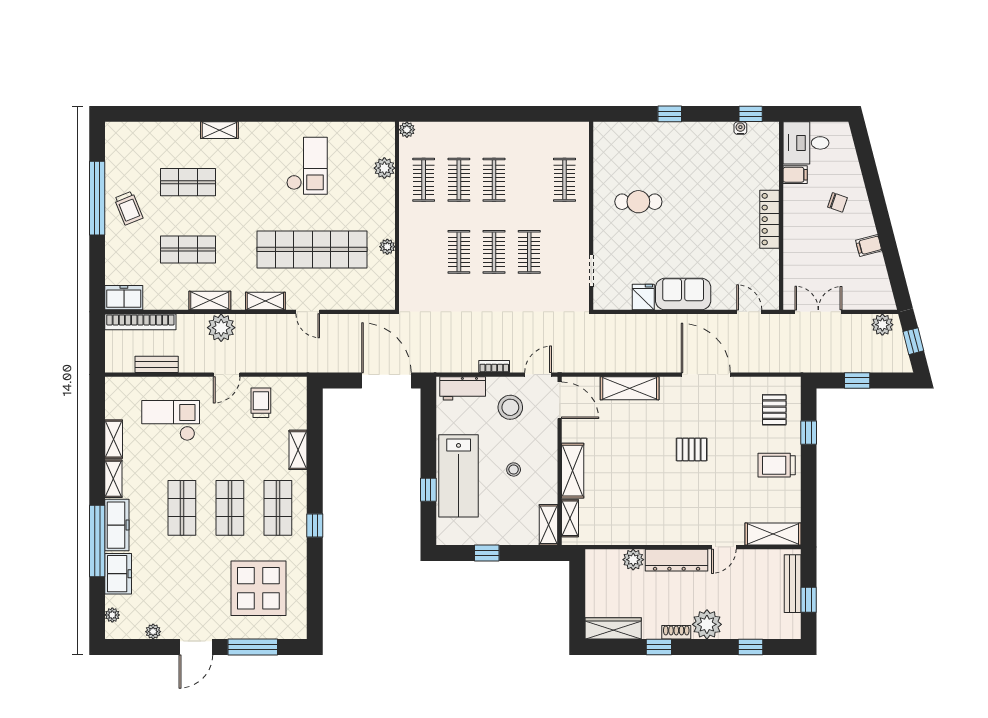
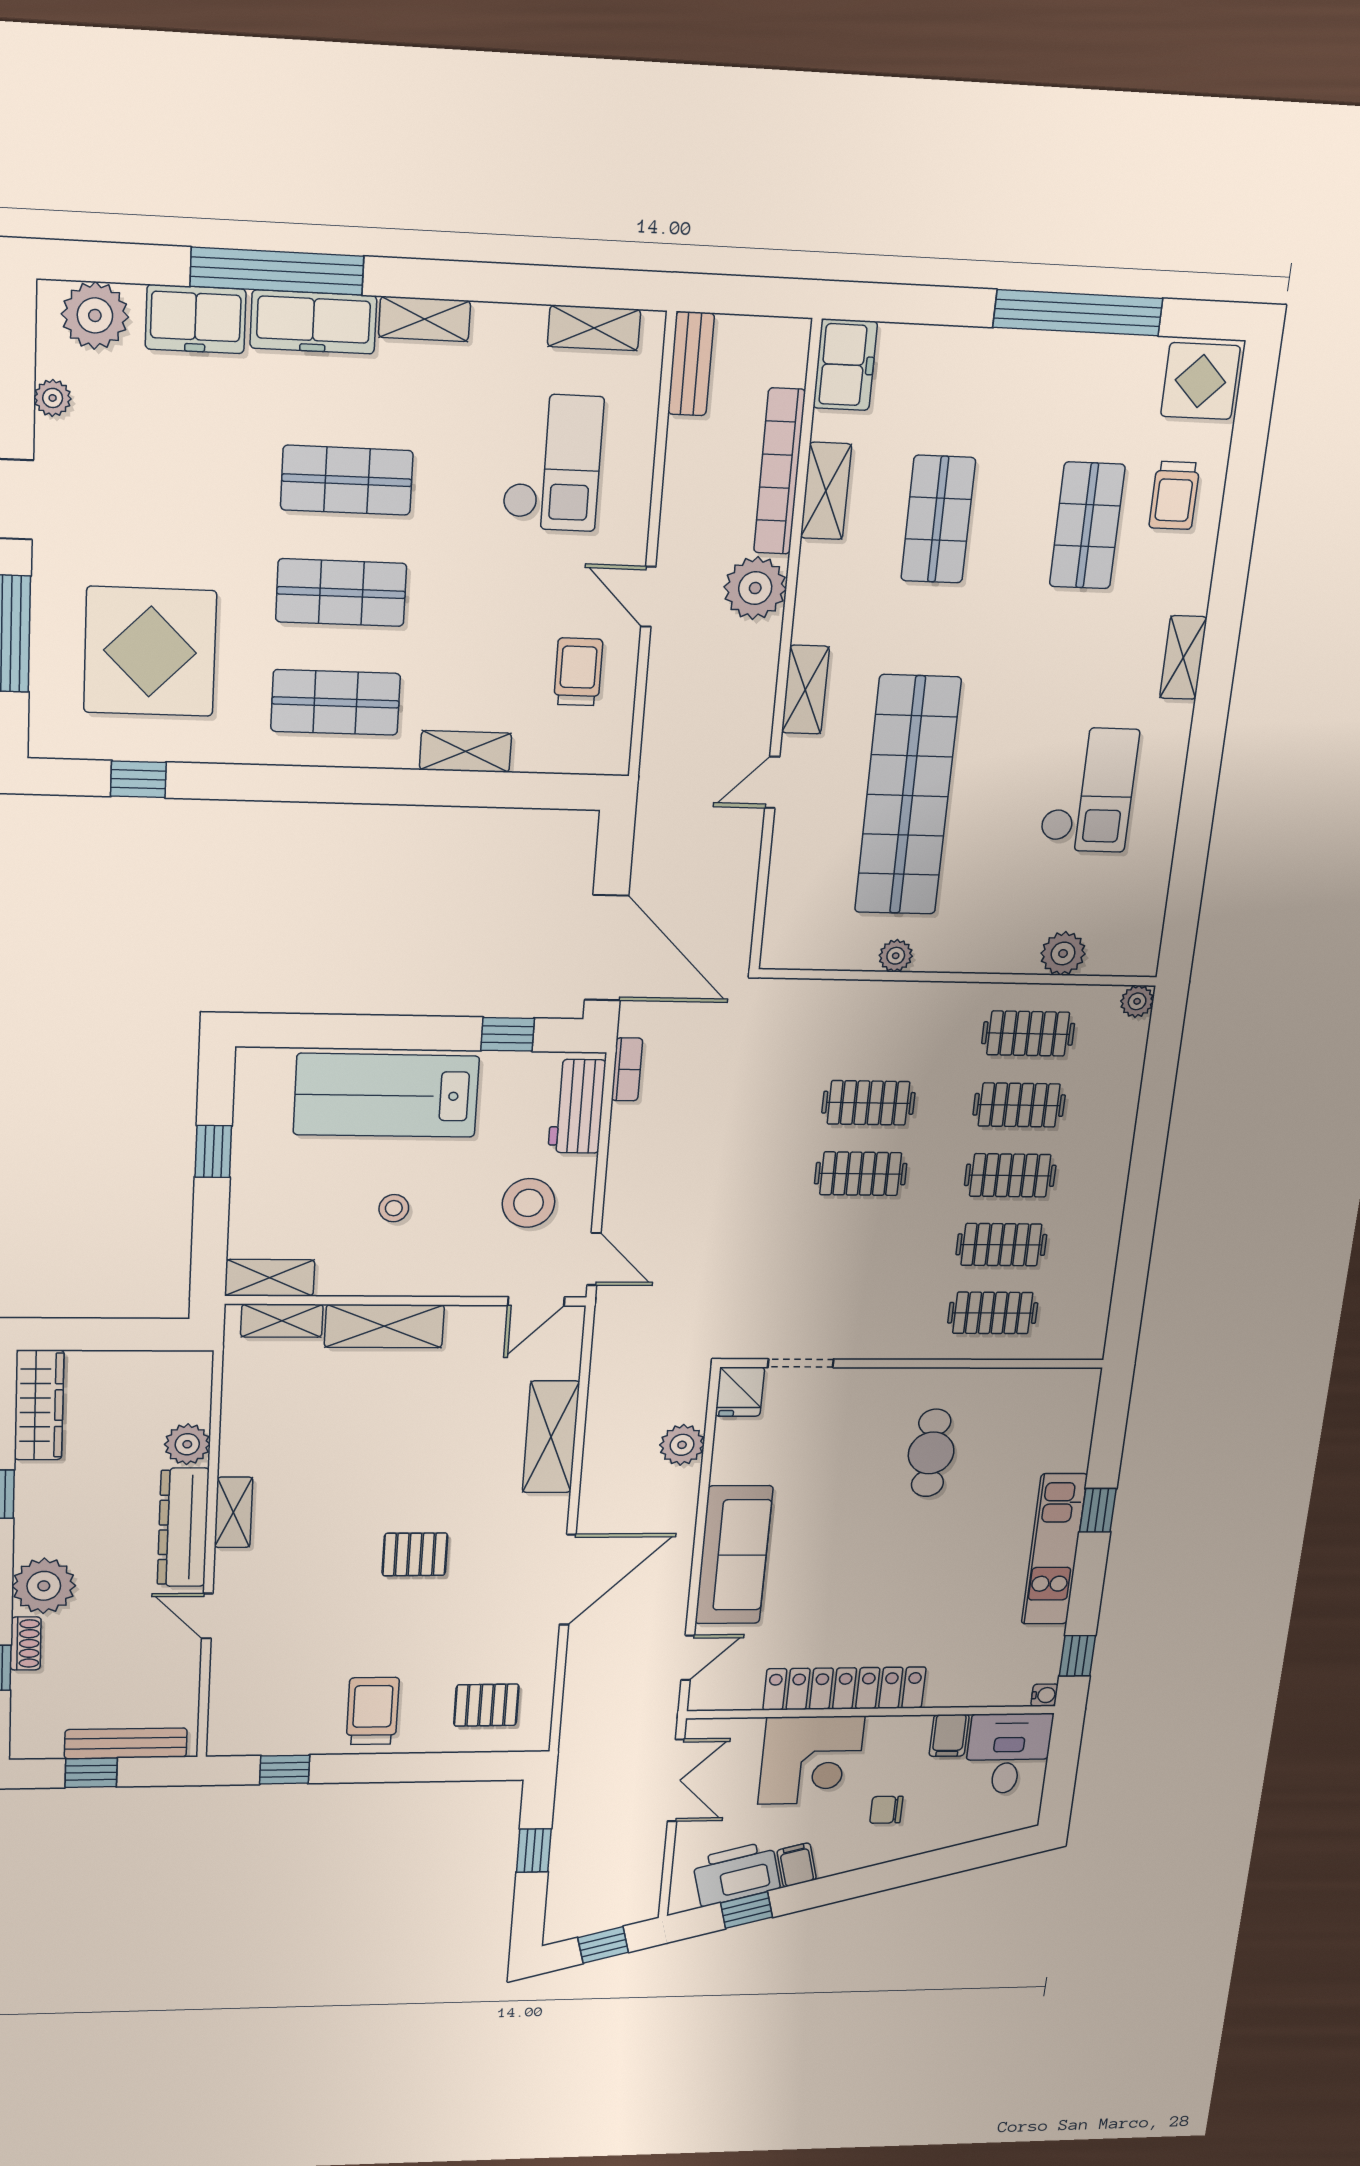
water cooler: (740, 128) -> (1044, 1695), moved
shelving: (219, 130) -> (1183, 658), moved
kitchen unit: (691, 133) -> (1054, 1549), added
display table: (123, 140) -> (1200, 381), added
checkout: (307, 166) -> (1089, 790), turned -90
chair: (837, 202) -> (886, 1810), turned 71
trolley: (129, 208) -> (1174, 495), moved, turned -68
locker: (770, 219) -> (845, 1688), width x1.41, depth x1.21
corner desk: (808, 244) -> (811, 1760), added
clothes rail: (529, 252) -> (1001, 1245), moved
window: (895, 269) -> (747, 1910), added
printer: (873, 276) -> (736, 1874), added
sofa: (683, 294) -> (734, 1555), width x1.36
fridge: (643, 297) -> (740, 1392), moved, turned 90
shelving: (210, 301) -> (826, 491), moved
bookcase: (140, 322) -> (779, 471), moved
plant: (882, 325) -> (682, 1445), moved
bench: (157, 364) -> (691, 364), moved
bookcase: (494, 367) -> (627, 1069), moved
door: (386, 380) -> (607, 948), hinge flipped
door: (560, 400) -> (536, 1301), width x0.73
trolley: (261, 403) -> (578, 672), turned -90
window: (809, 433) -> (285, 1770), moved
shelving: (114, 439) -> (594, 328), moved
pallet: (692, 449) -> (415, 1554), turned 90
window: (428, 490) -> (508, 1034), moved
window: (315, 525) -> (138, 779), moved
shelving: (773, 534) -> (233, 1512), moved, width x0.67, depth x0.75
plant: (112, 615) -> (95, 315), width x1.88, depth x1.88
shoe rack: (676, 632) -> (26, 1644), moved

